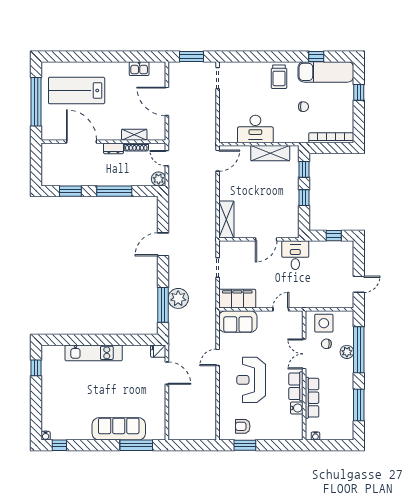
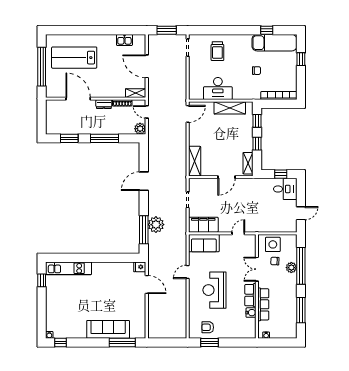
trolley: (279, 77) -> (217, 51), moved
shelving: (134, 135) -> (136, 93), moved
shelving: (293, 222) -> (248, 163), added
desk: (295, 255) -> (285, 189), moved, turned 90
kitchen unit: (94, 353) -> (69, 268), moved

